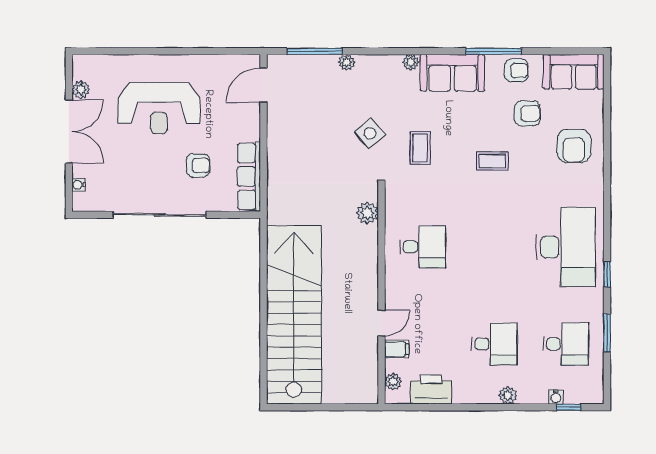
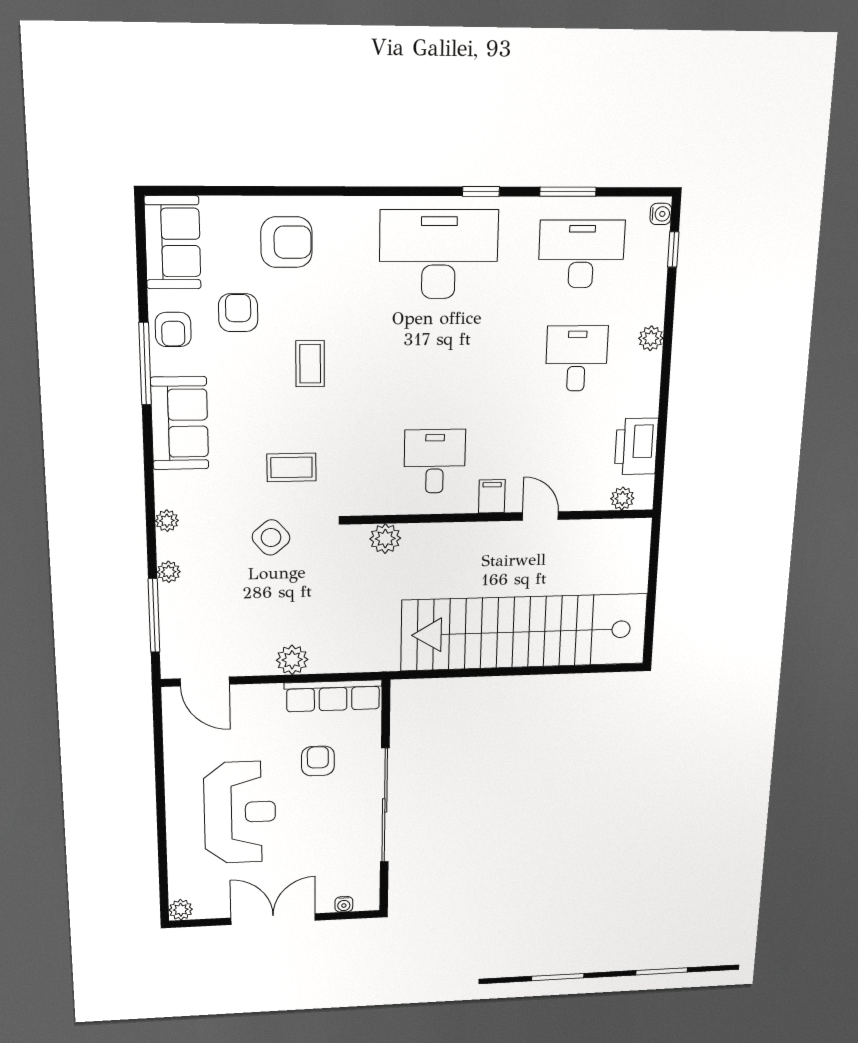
plant: (411, 62) -> (167, 521), moved
armchair: (516, 70) -> (173, 329), turned 180
plant: (81, 90) -> (181, 910), moved
plant: (278, 147) -> (292, 660), added
desk: (566, 344) -> (581, 254), width x1.37
filing cabinet: (397, 349) -> (492, 496), moved
water cooler: (556, 397) -> (661, 214), moved

